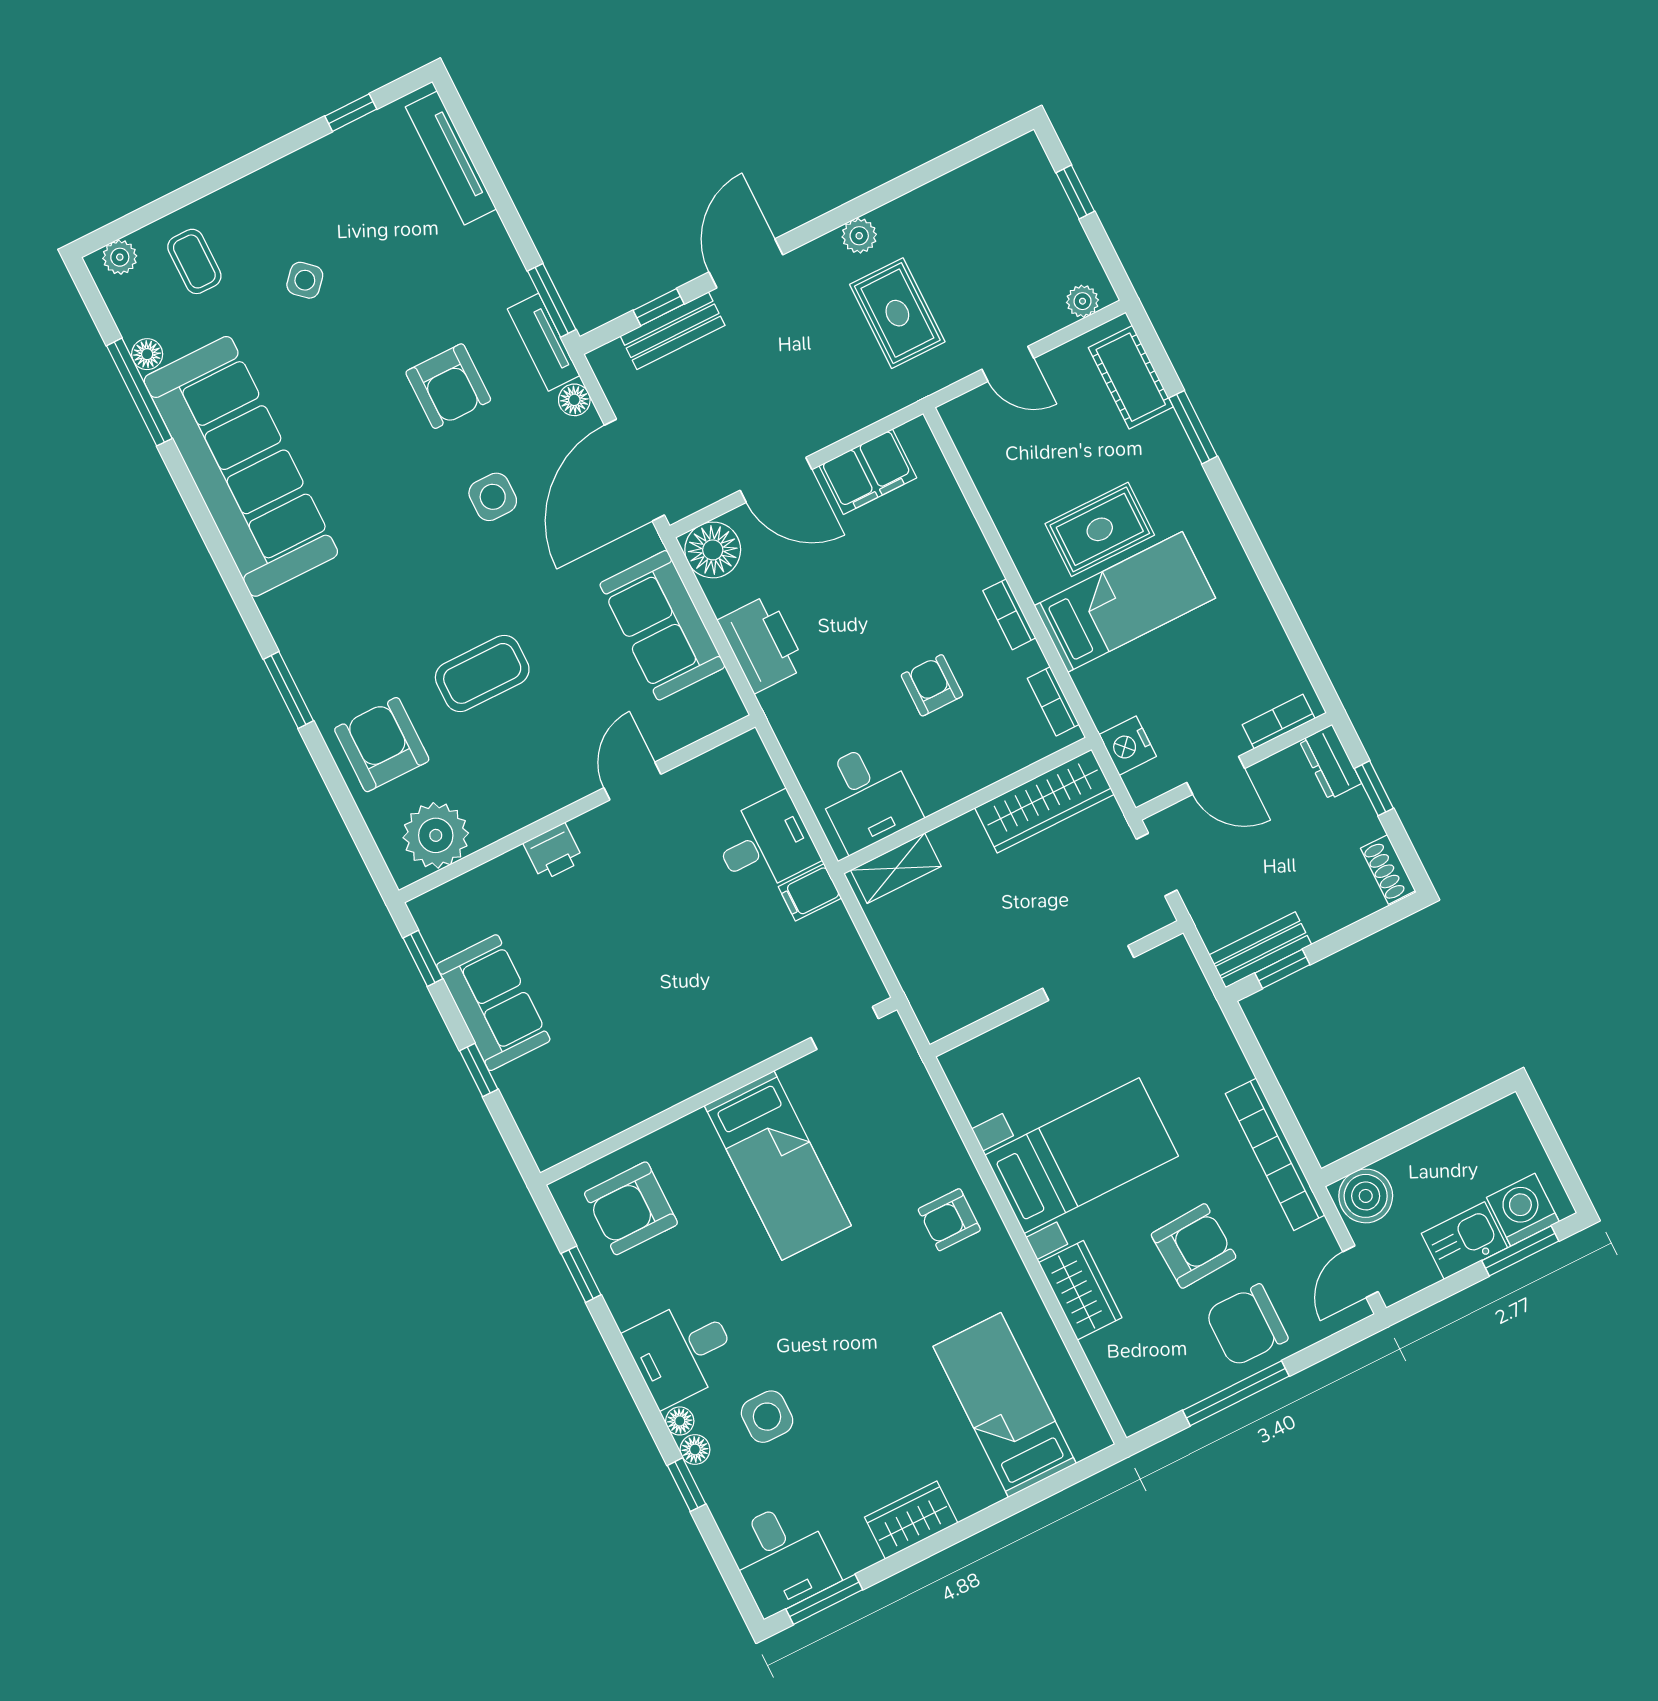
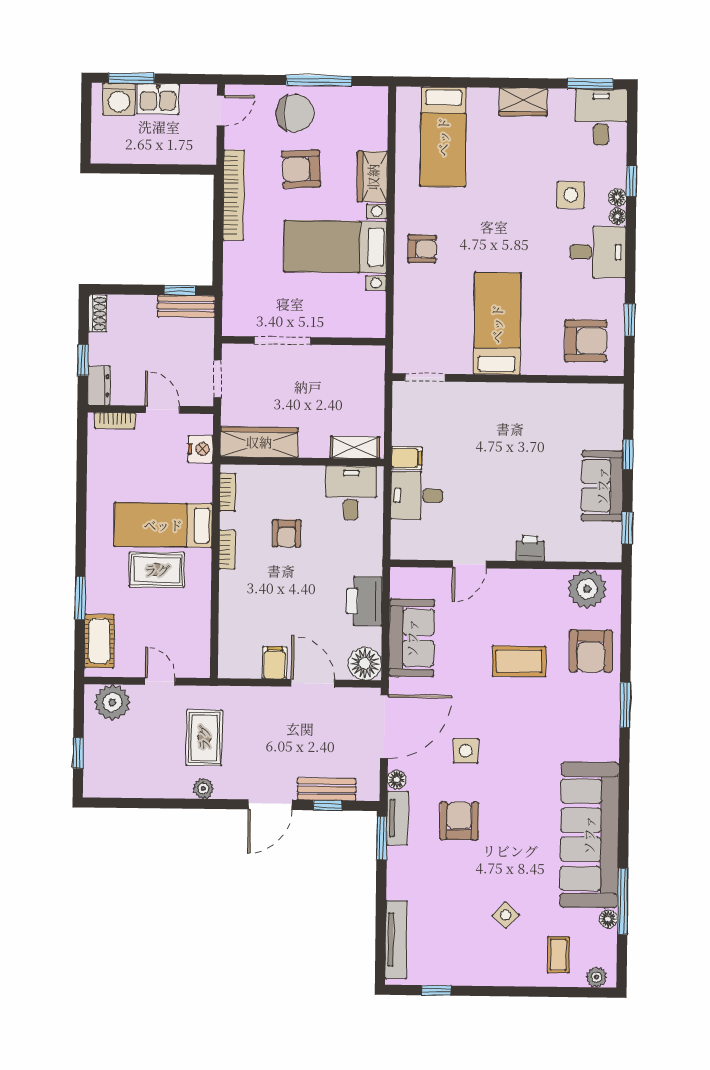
plant: (1082, 301) -> (112, 702), width x1.88, depth x1.88
filing cabinet: (868, 472) -> (275, 663), width x0.50
boiler: (1366, 1196) -> (198, 149), removed

